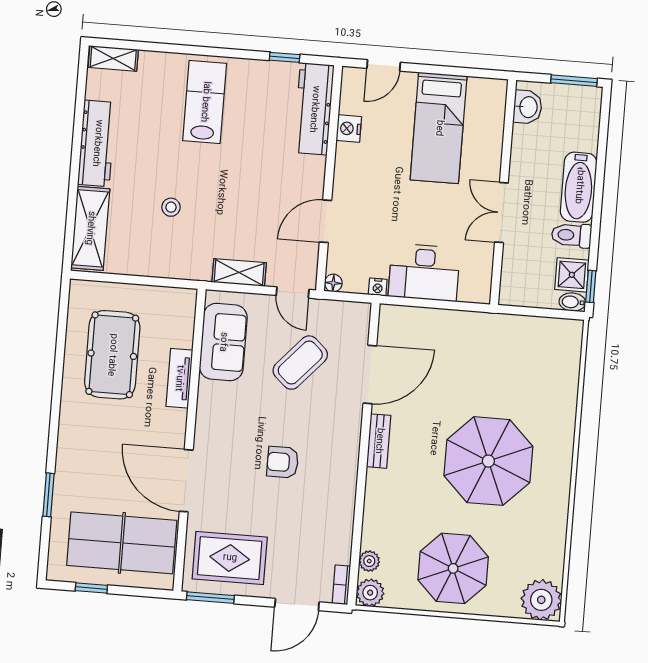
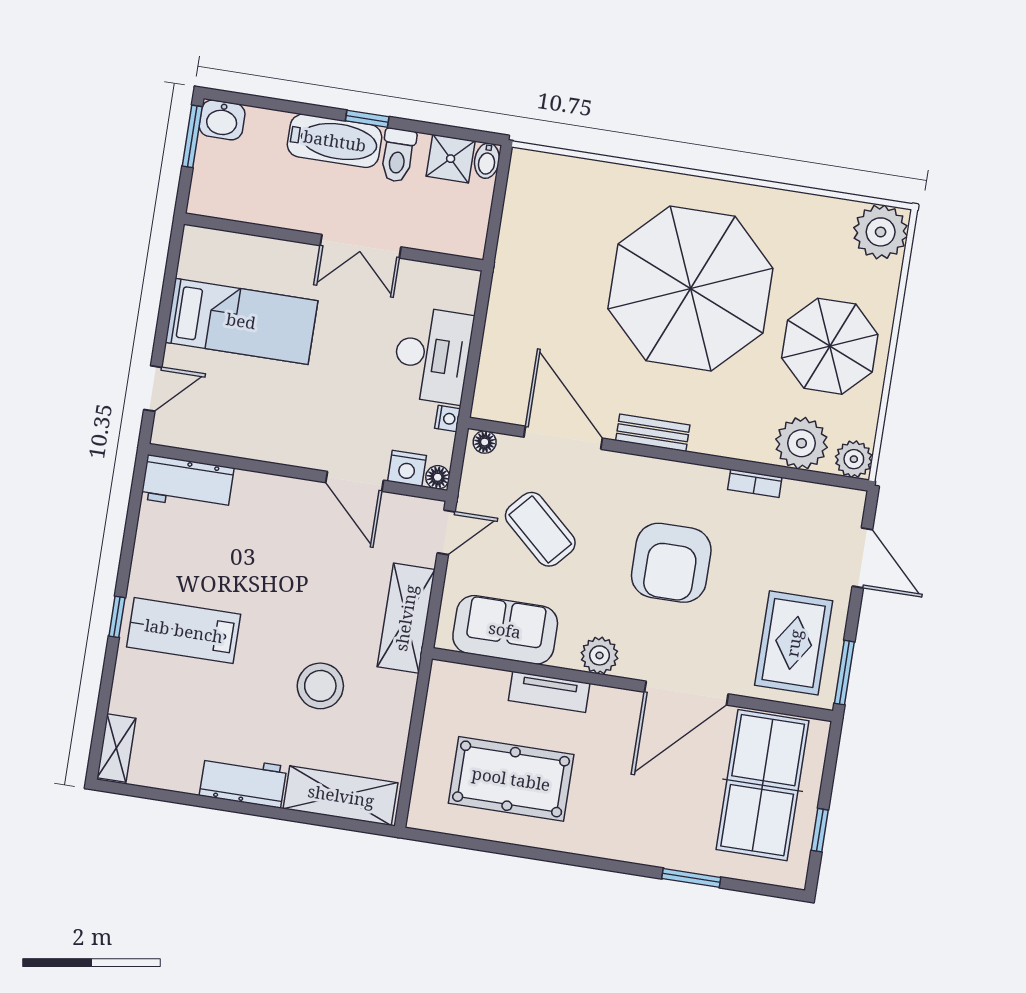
window: (285, 57) -> (117, 617), moved
door: (384, 65) -> (153, 388), hinge flipped
washbasin: (528, 107) -> (222, 120), moved, turned 180
workbench: (314, 109) -> (187, 483), width x0.73
nightstand: (349, 129) -> (407, 468), moved
workbench: (97, 143) -> (243, 781), width x0.73
stool: (171, 207) -> (320, 686), width x1.89, depth x1.89
shelving: (239, 272) -> (406, 618), width x1.50, depth x1.33
window: (591, 286) -> (367, 119), moved
floor lamp: (362, 316) -> (485, 442), added
plant: (209, 414) -> (600, 655), added
parasol: (488, 461) -> (690, 288), width x1.36, depth x1.36
armchair: (283, 462) -> (671, 563), width x1.88, depth x1.88
plant: (369, 561) -> (802, 443), width x1.88, depth x1.88
bookcase: (341, 585) -> (755, 483), moved

